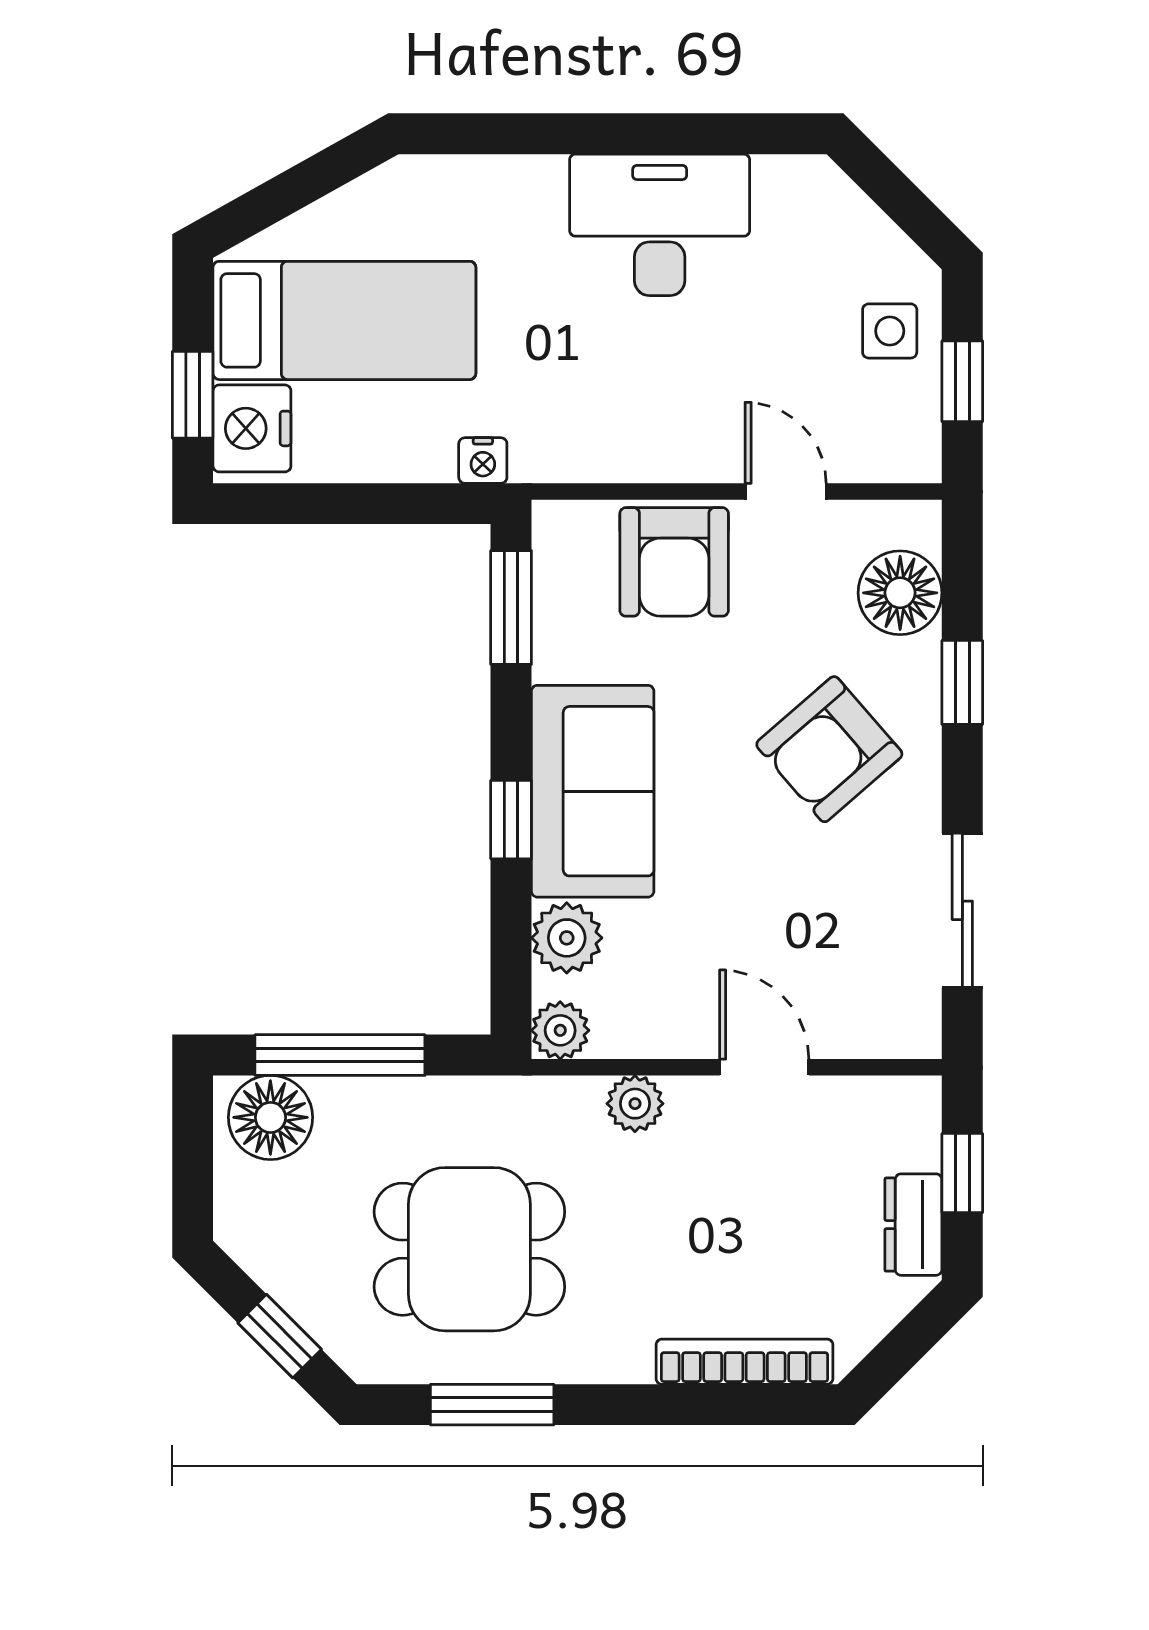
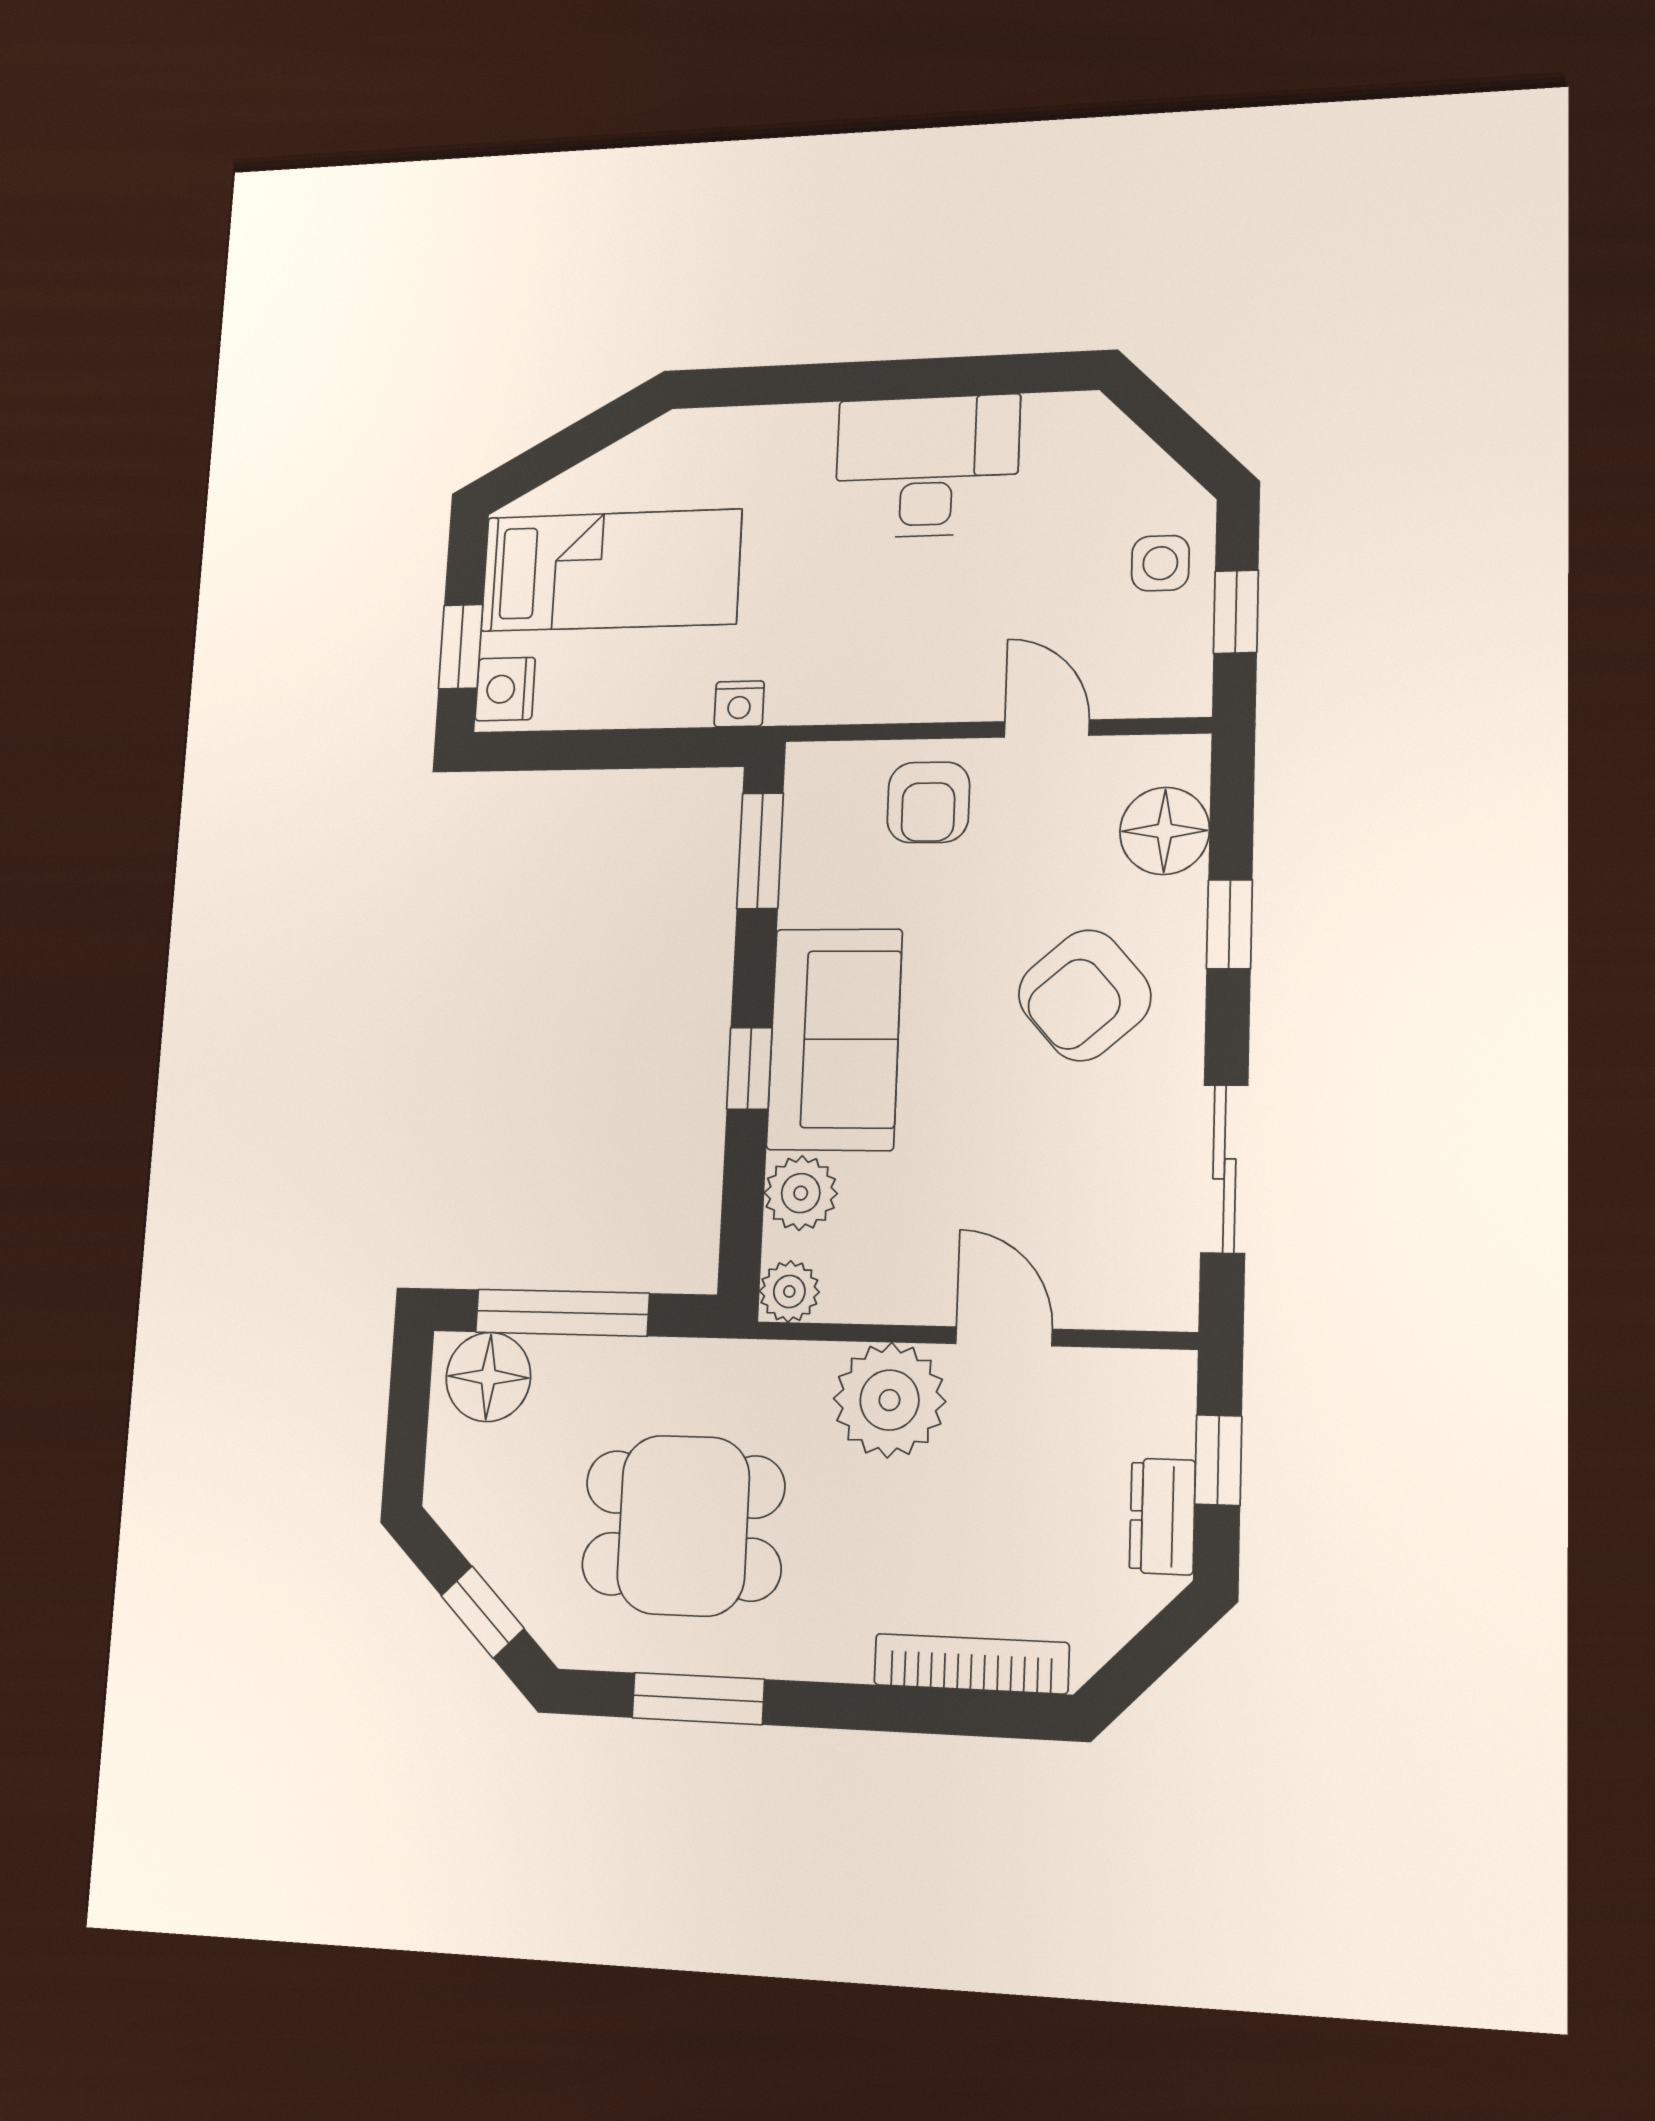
nightstand: (252, 428) -> (505, 689), width x0.74, depth x0.75
armchair: (674, 562) -> (928, 802), width x0.72, depth x0.72
plant: (635, 1104) -> (889, 1400), width x1.88, depth x1.88

